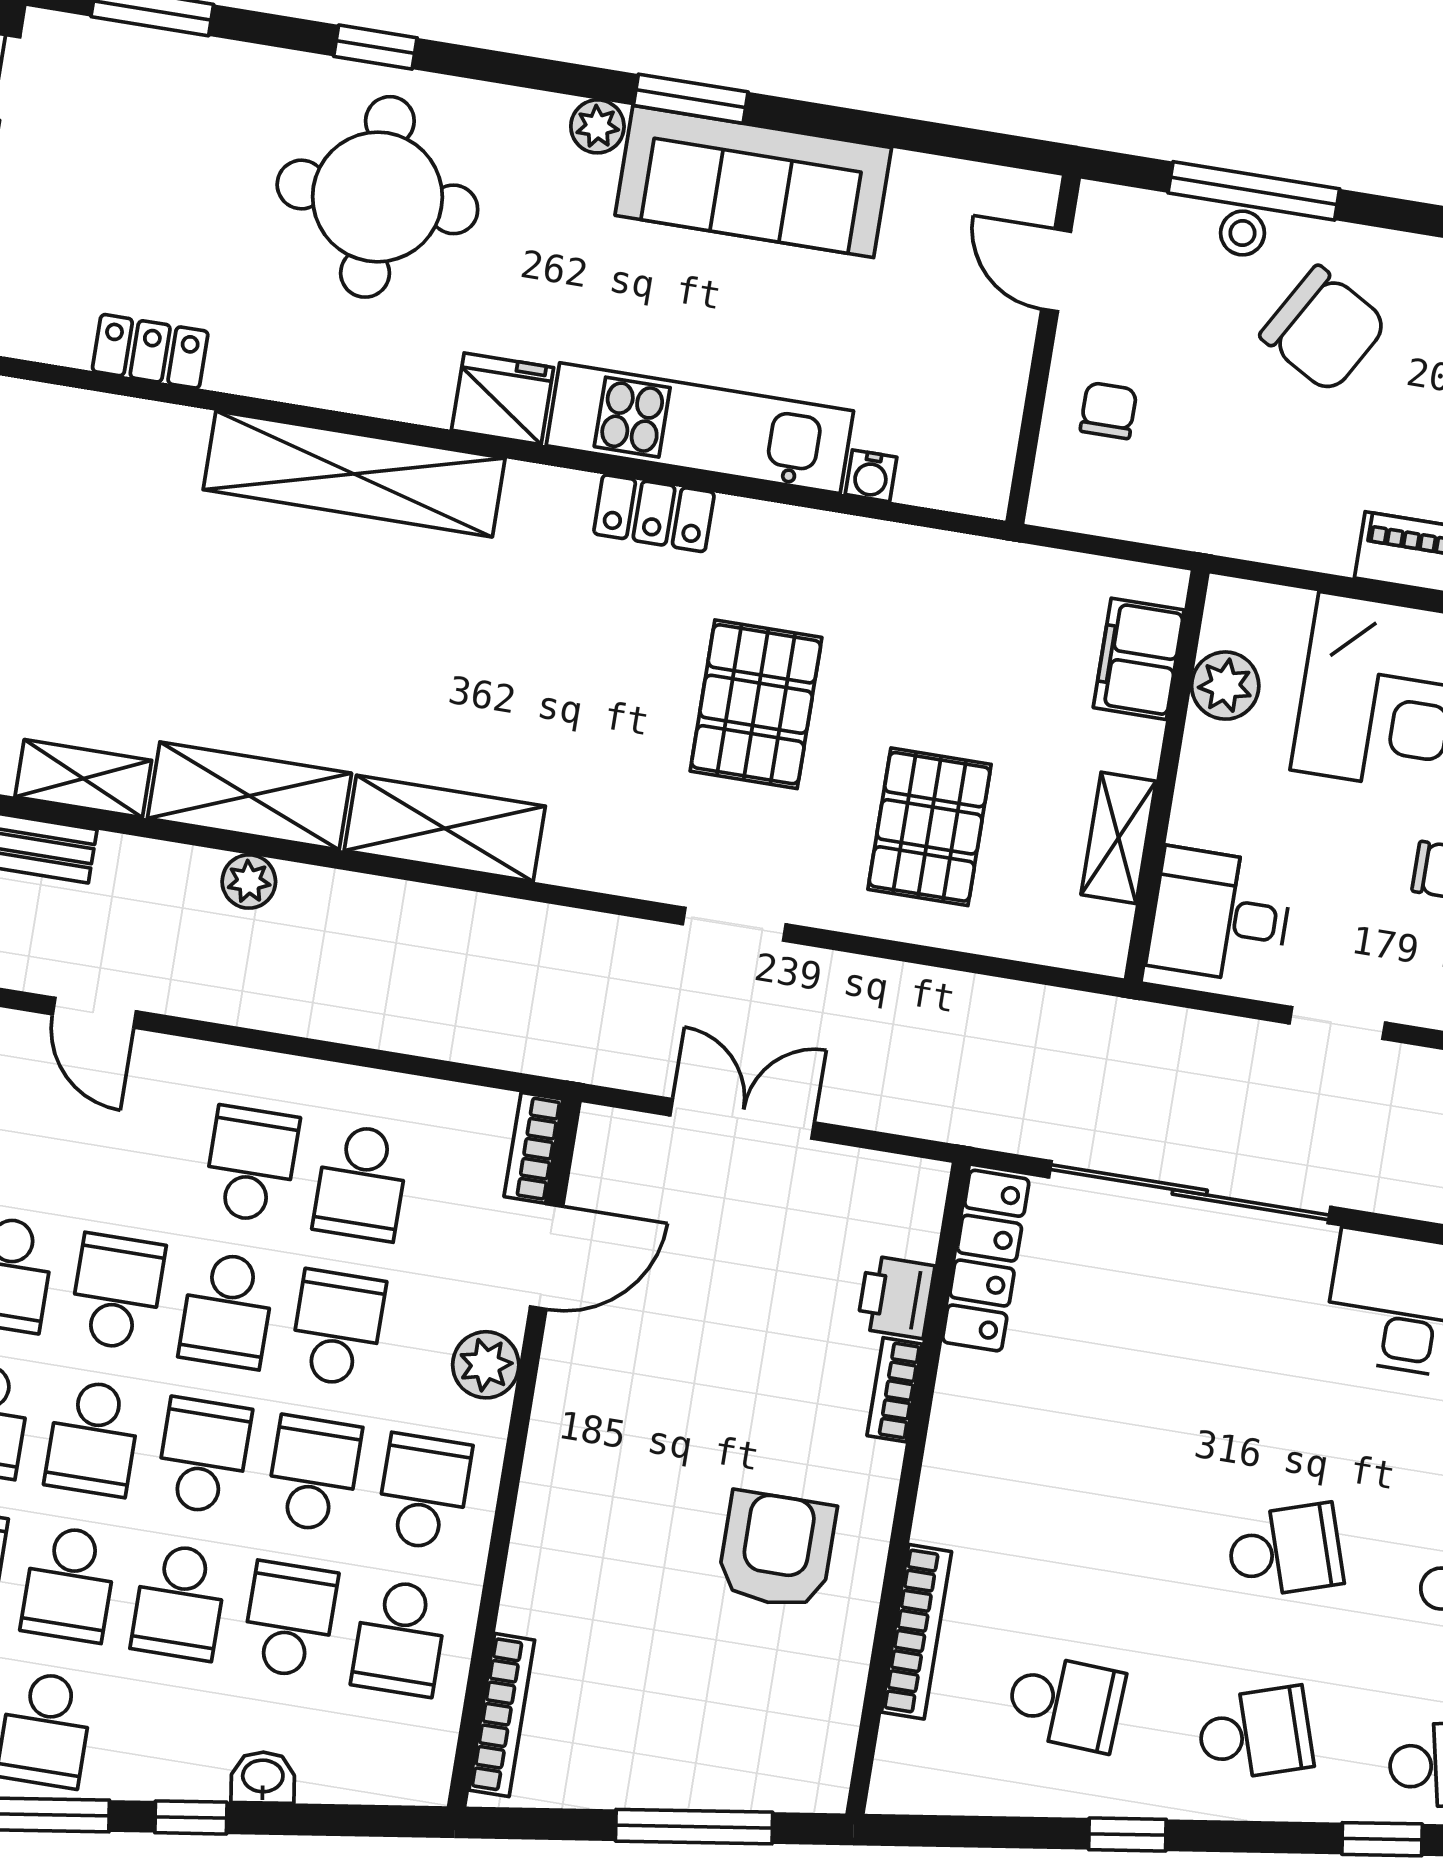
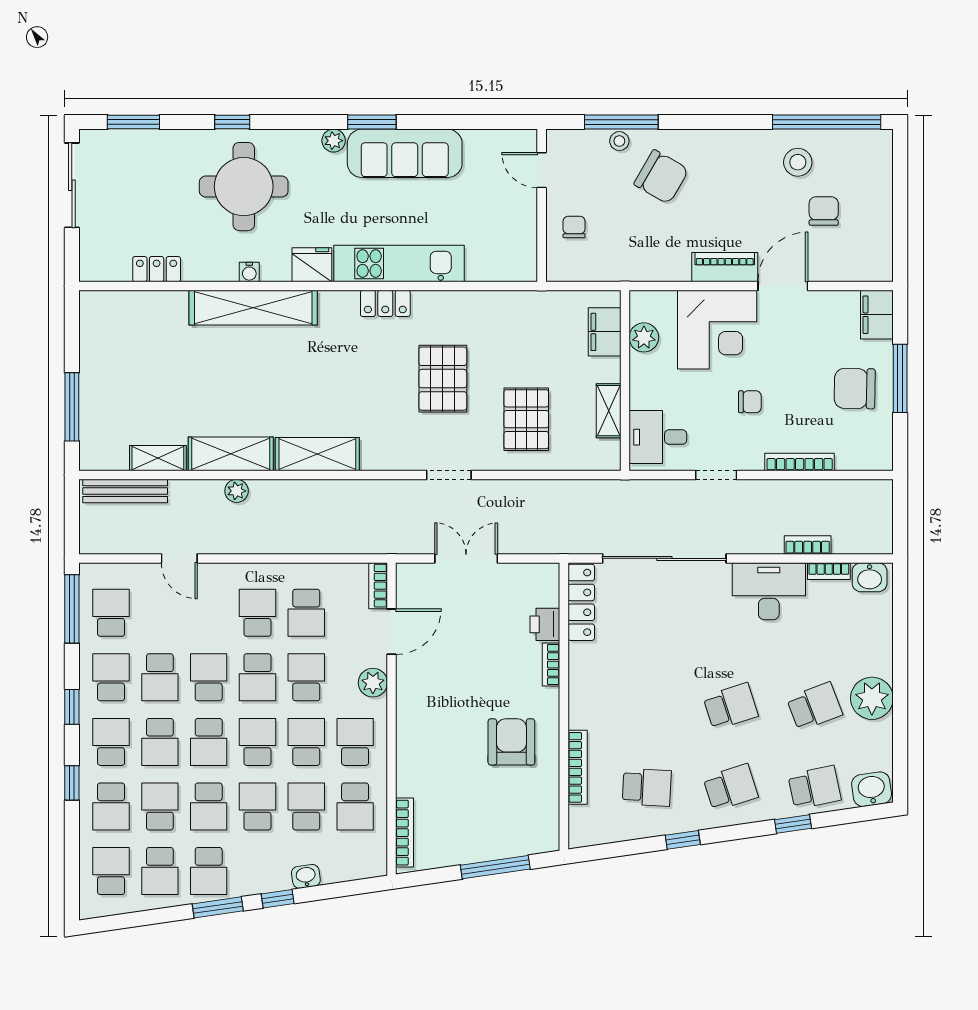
water cooler: (871, 476) -> (249, 272), moved
school desk: (179, 1602) -> (257, 806), turned 180

